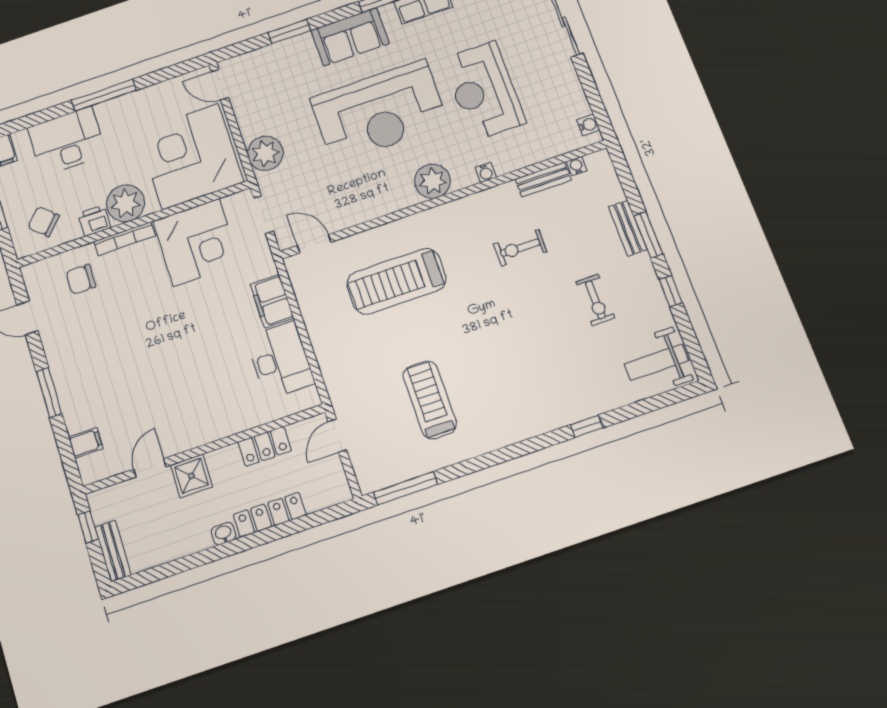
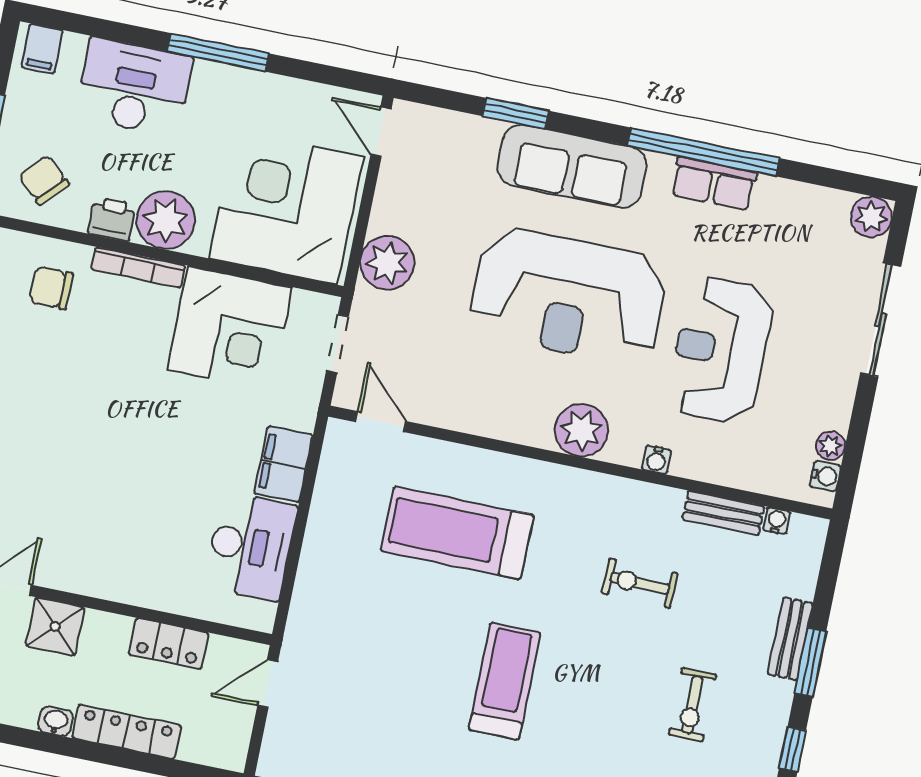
sofa: (350, 37) -> (572, 166), width x1.36
plant: (580, 106) -> (831, 446), added
treadmill: (430, 400) -> (505, 681), moved

